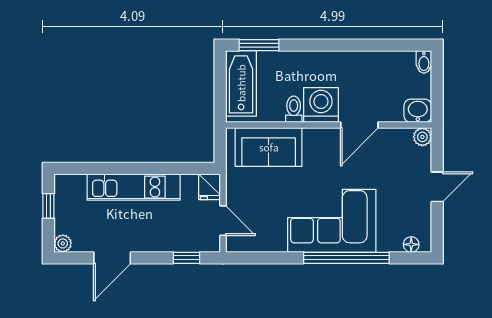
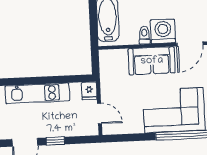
sofa: (269, 147) -> (152, 61), moved
window: (186, 258) -> (55, 141), moved

